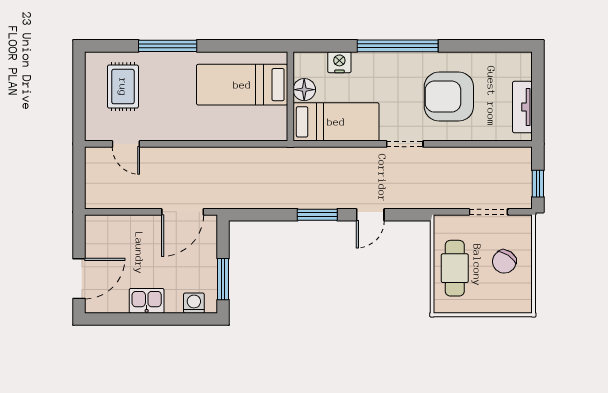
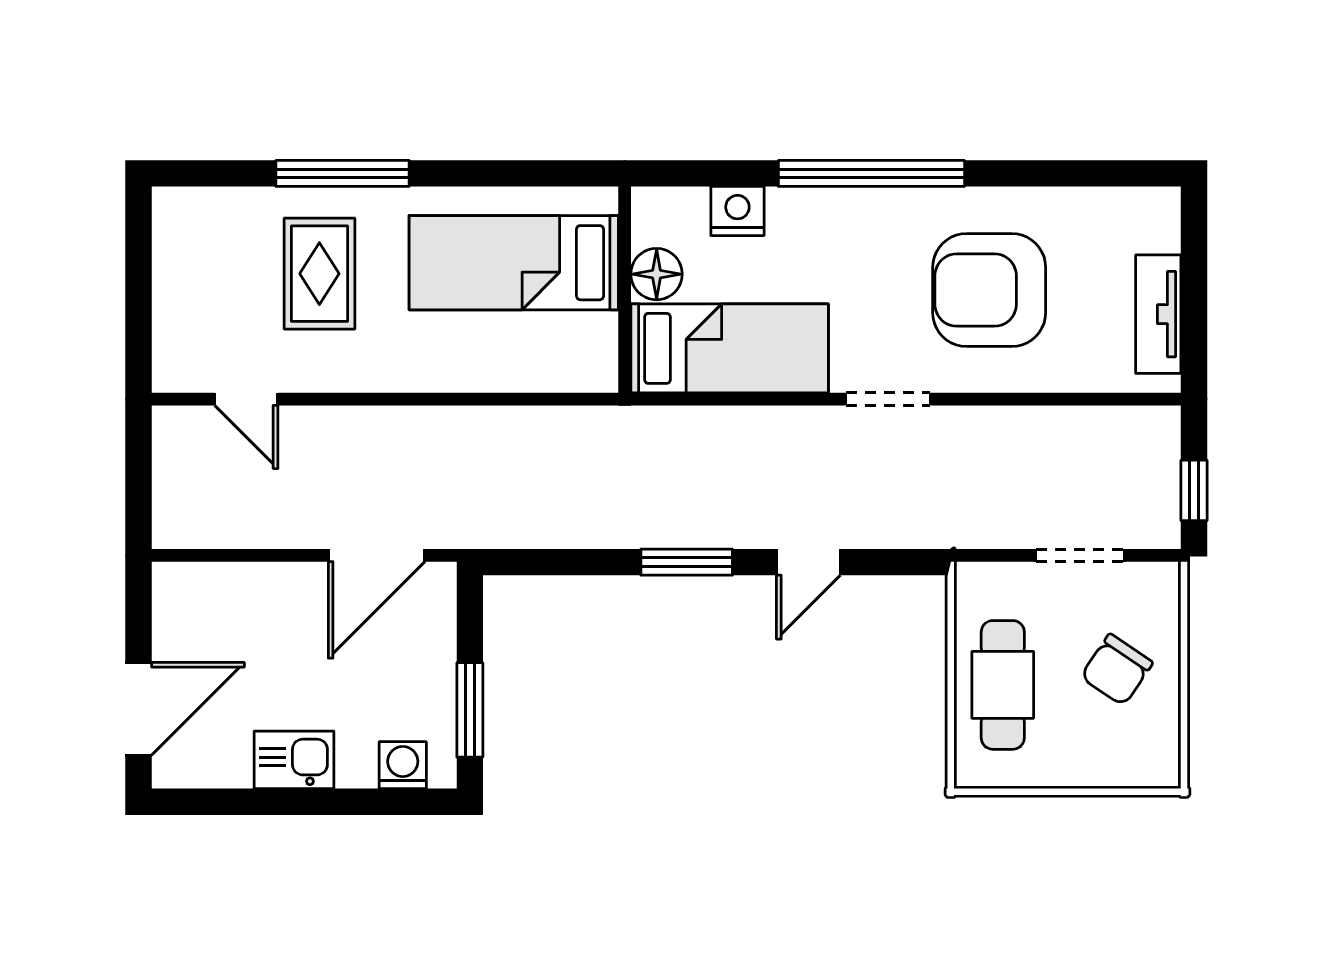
rug: (123, 87) -> (319, 274), moved

